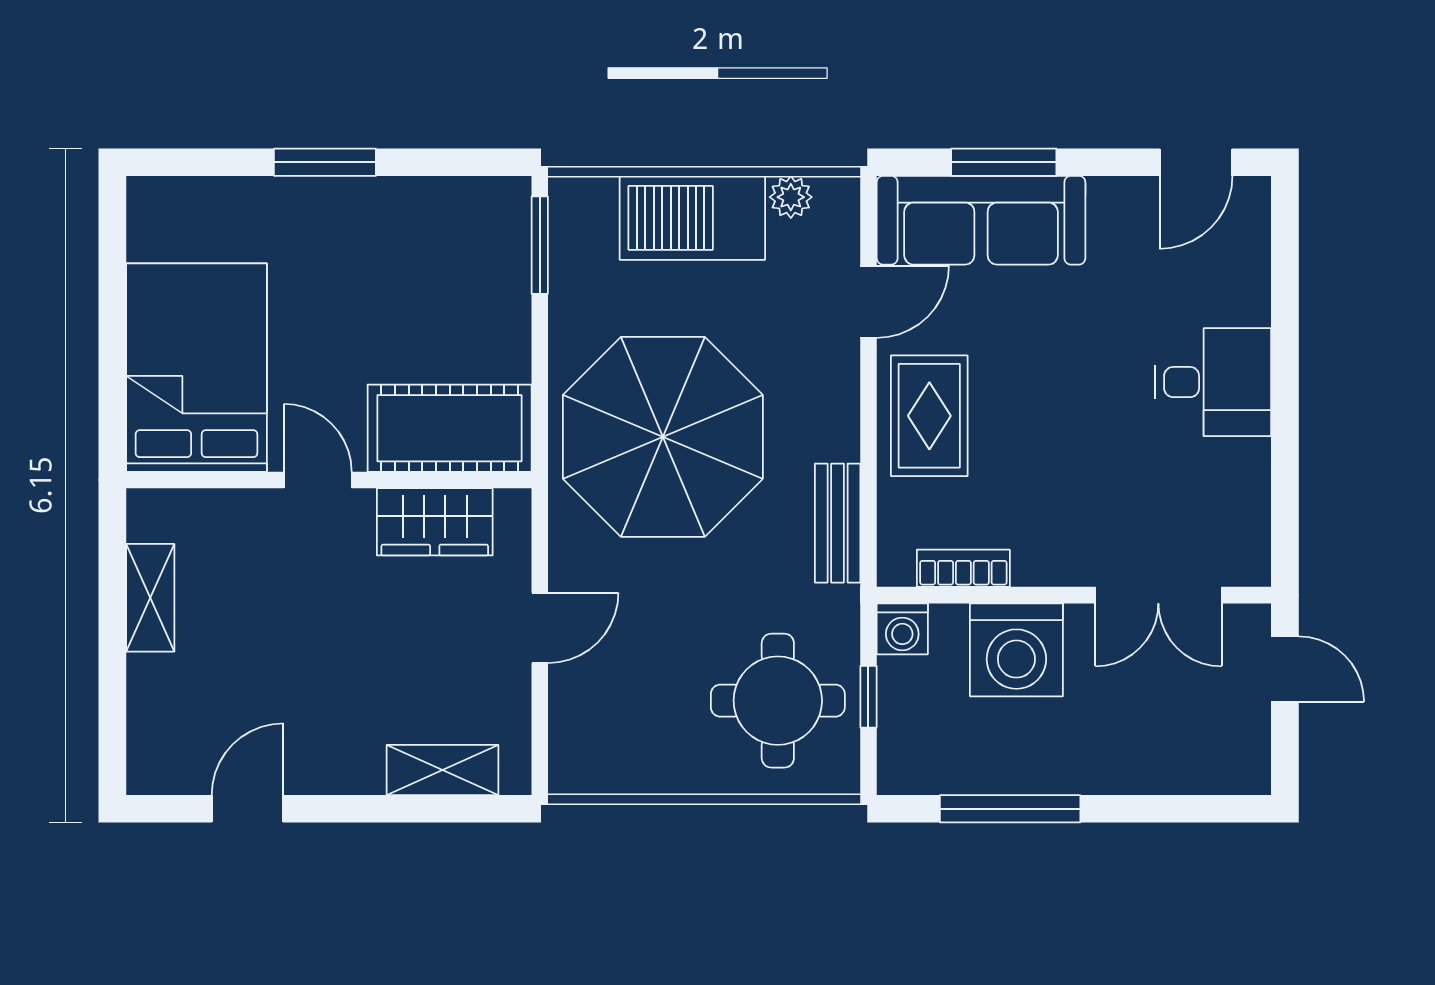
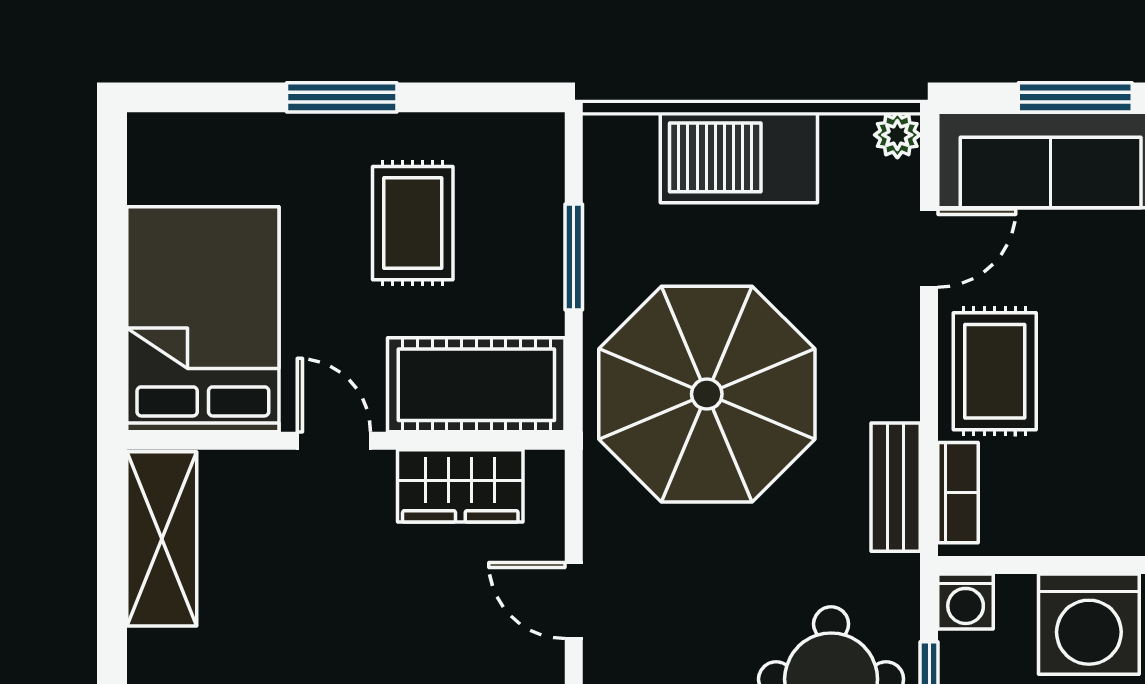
plant: (791, 197) -> (897, 135), moved
window: (540, 245) -> (574, 257), moved
rug: (391, 279) -> (413, 223), added
bookcase: (963, 568) -> (958, 493), moved, turned 90
shelving: (150, 598) -> (162, 539), width x1.50, depth x1.33
door: (540, 628) -> (574, 600), swing flipped

